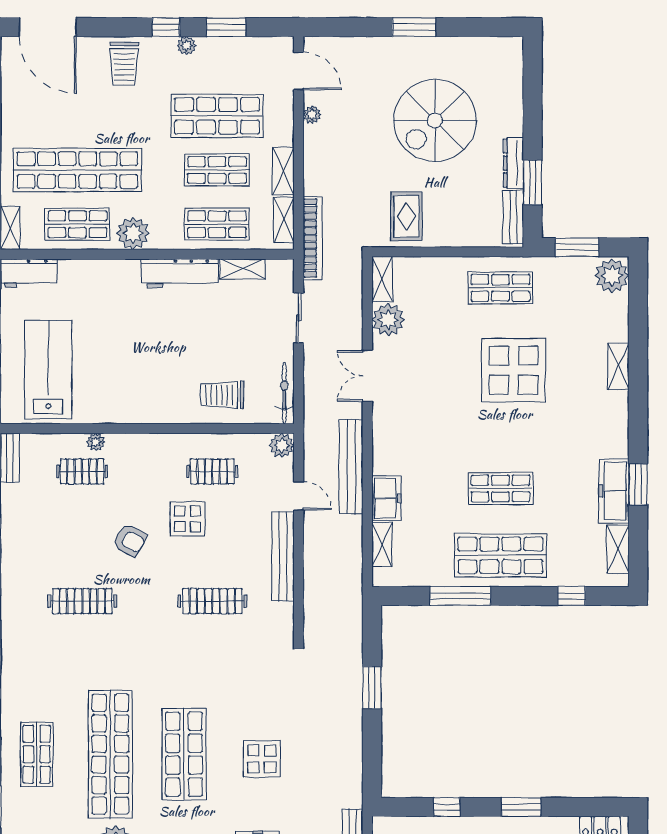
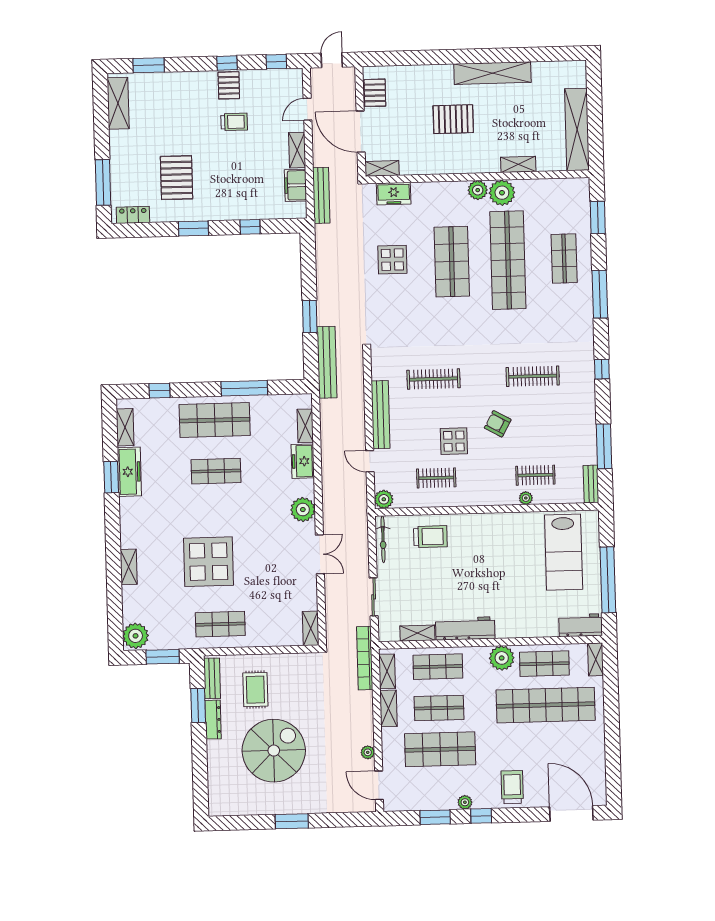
rug: (407, 216) -> (255, 690), moved
plant: (388, 320) -> (303, 510), moved
bench: (351, 467) -> (327, 362), moved

